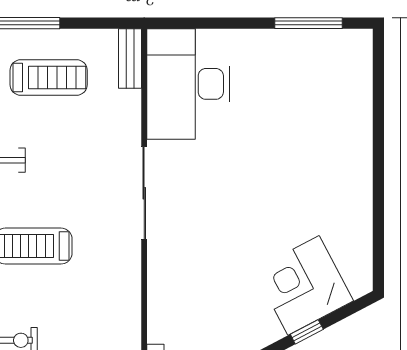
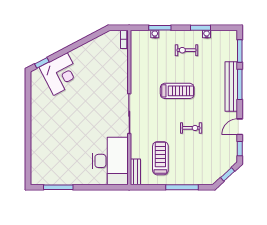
treadmill: (49, 78) -> (160, 158), moved, turned 90
window: (307, 332) -> (42, 63), moved

